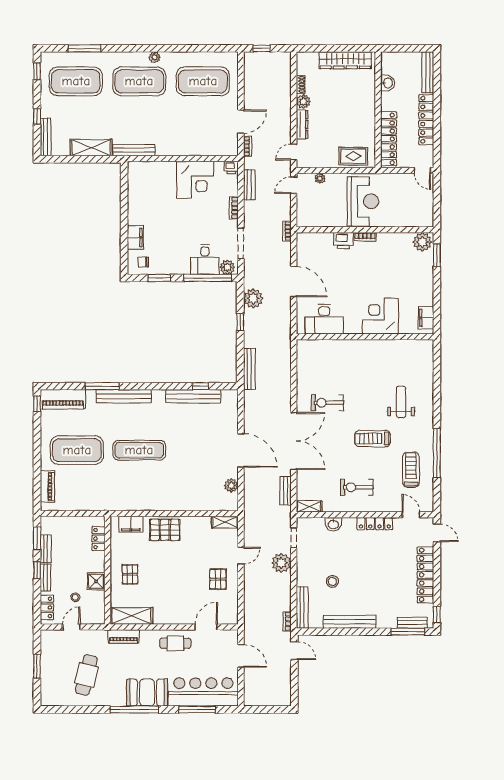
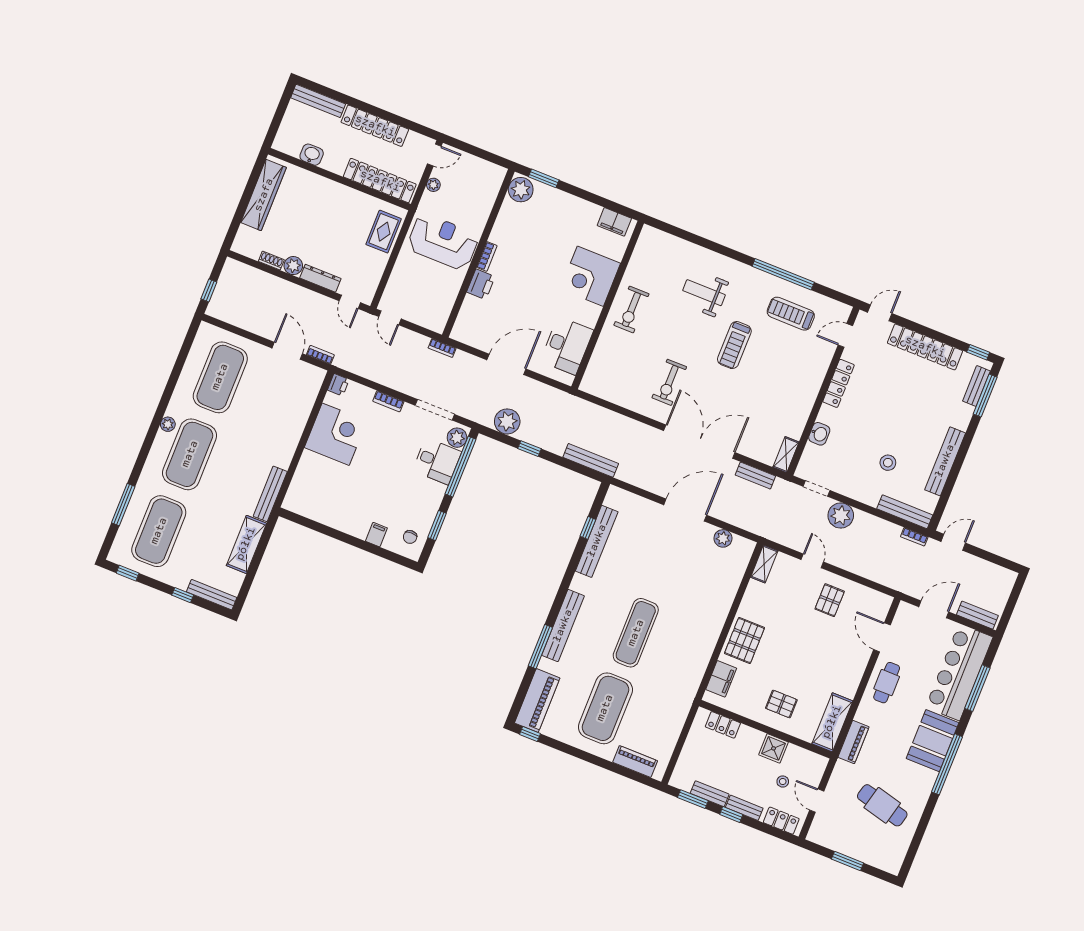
plant: (320, 178) -> (433, 185), moved
bench: (249, 185) -> (977, 615), moved
filing cabinet: (135, 237) -> (376, 535), width x0.50
exercise bike: (357, 487) -> (631, 309), moved
pallet: (218, 579) -> (830, 600), turned 90

